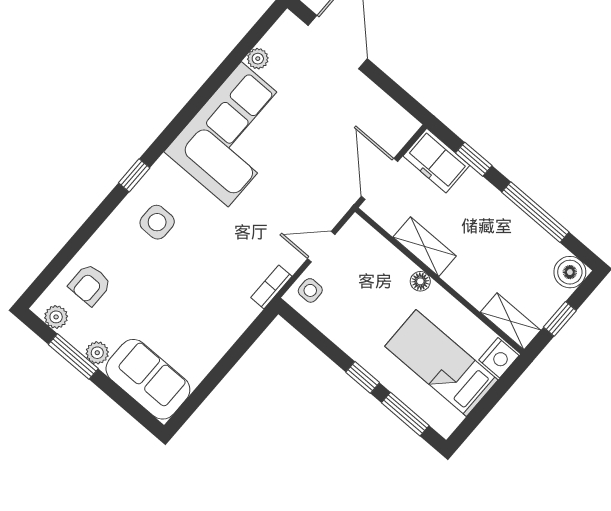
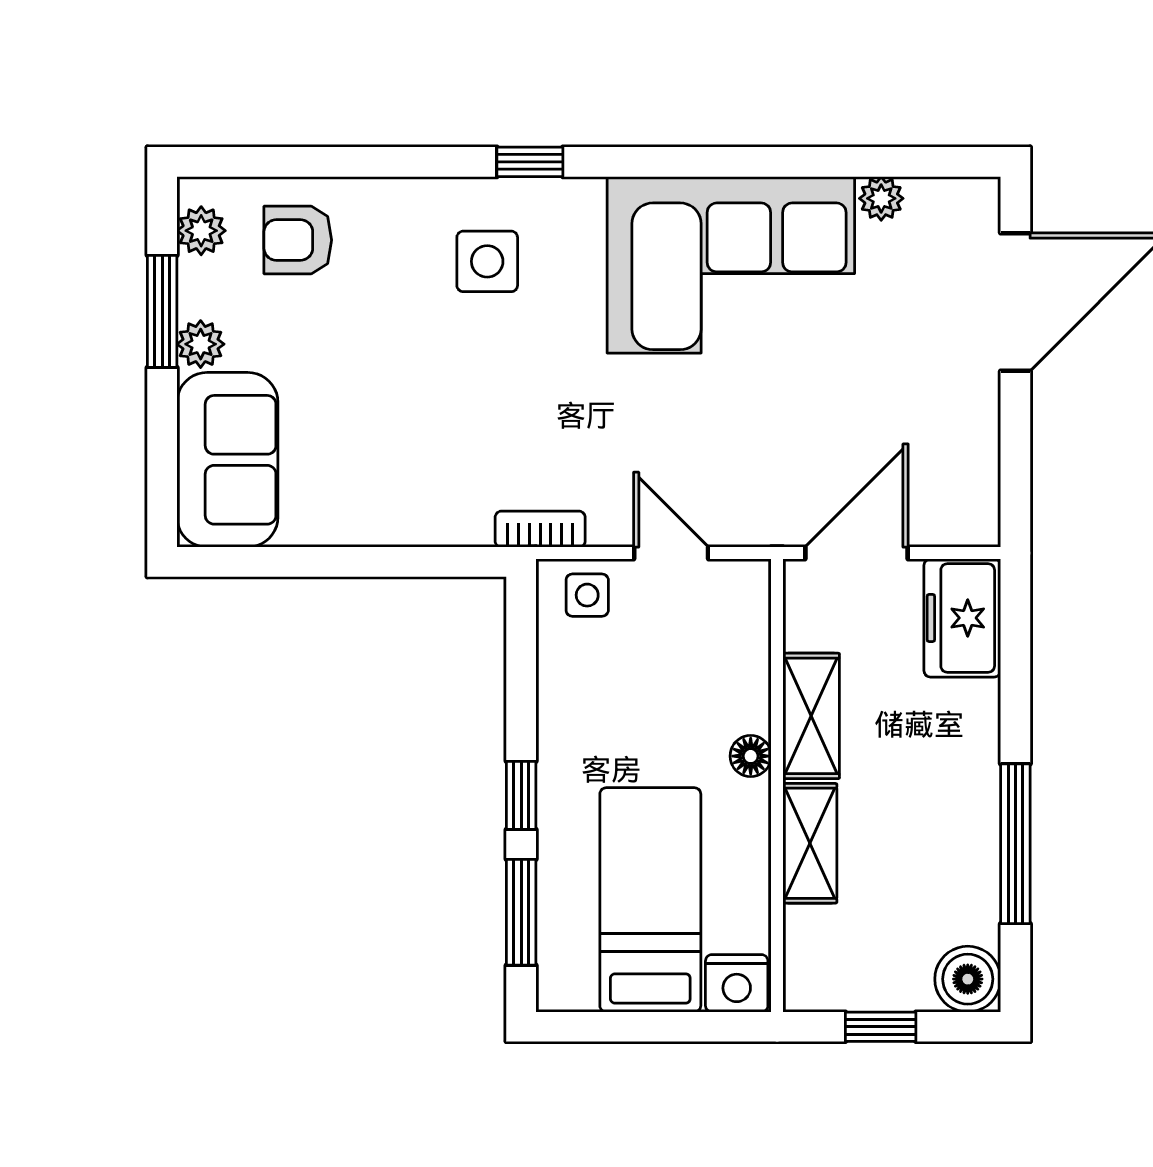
window: (474, 159) -> (1015, 675), removed
shelving: (510, 321) -> (810, 843), moved

